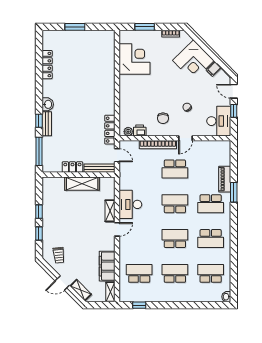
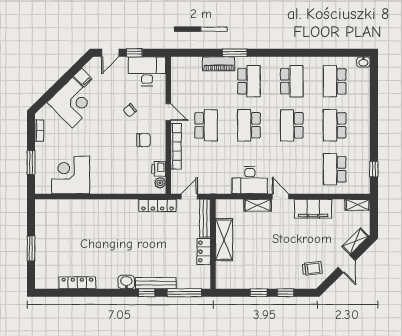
bench: (47, 124) -> (156, 283), width x1.36
filing cabinet: (107, 266) -> (313, 209), moved

